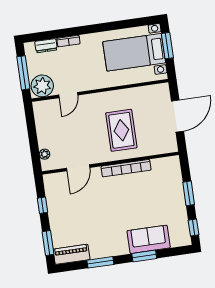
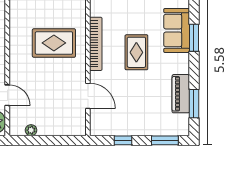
plant: (45, 154) -> (31, 130), moved
rug: (124, 206) -> (136, 52), added
piano: (71, 254) -> (181, 94), moved
window: (100, 262) -> (194, 104), moved

